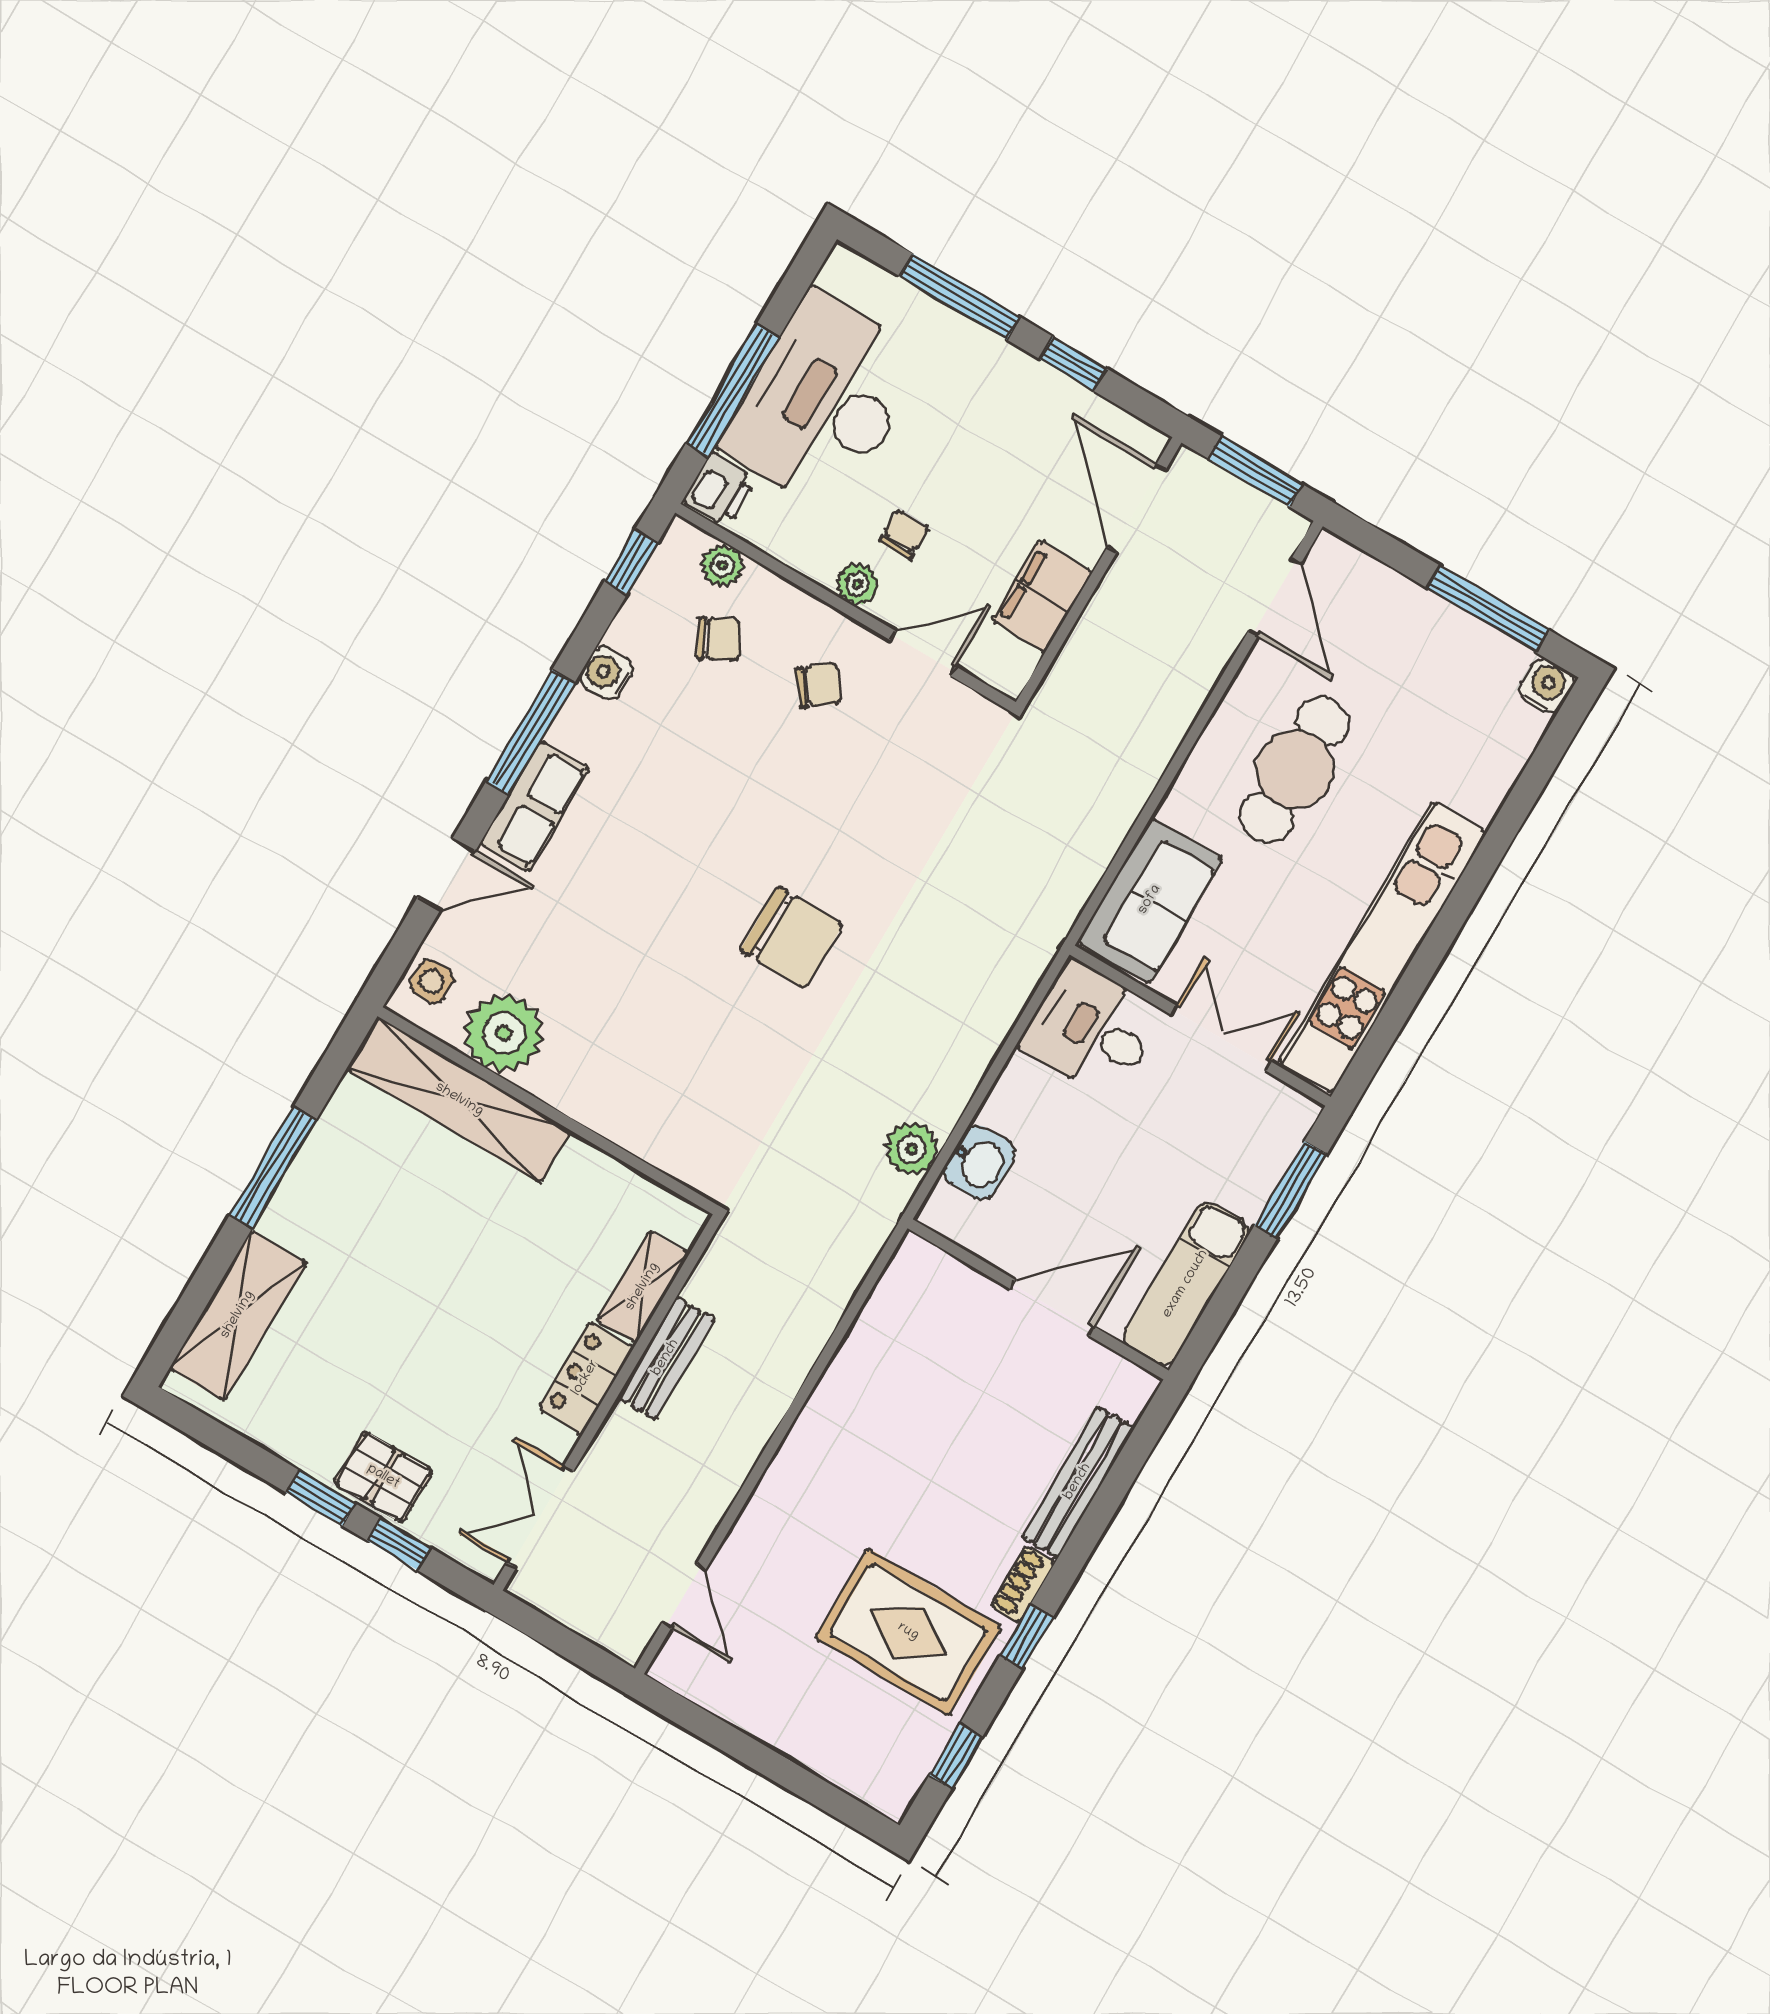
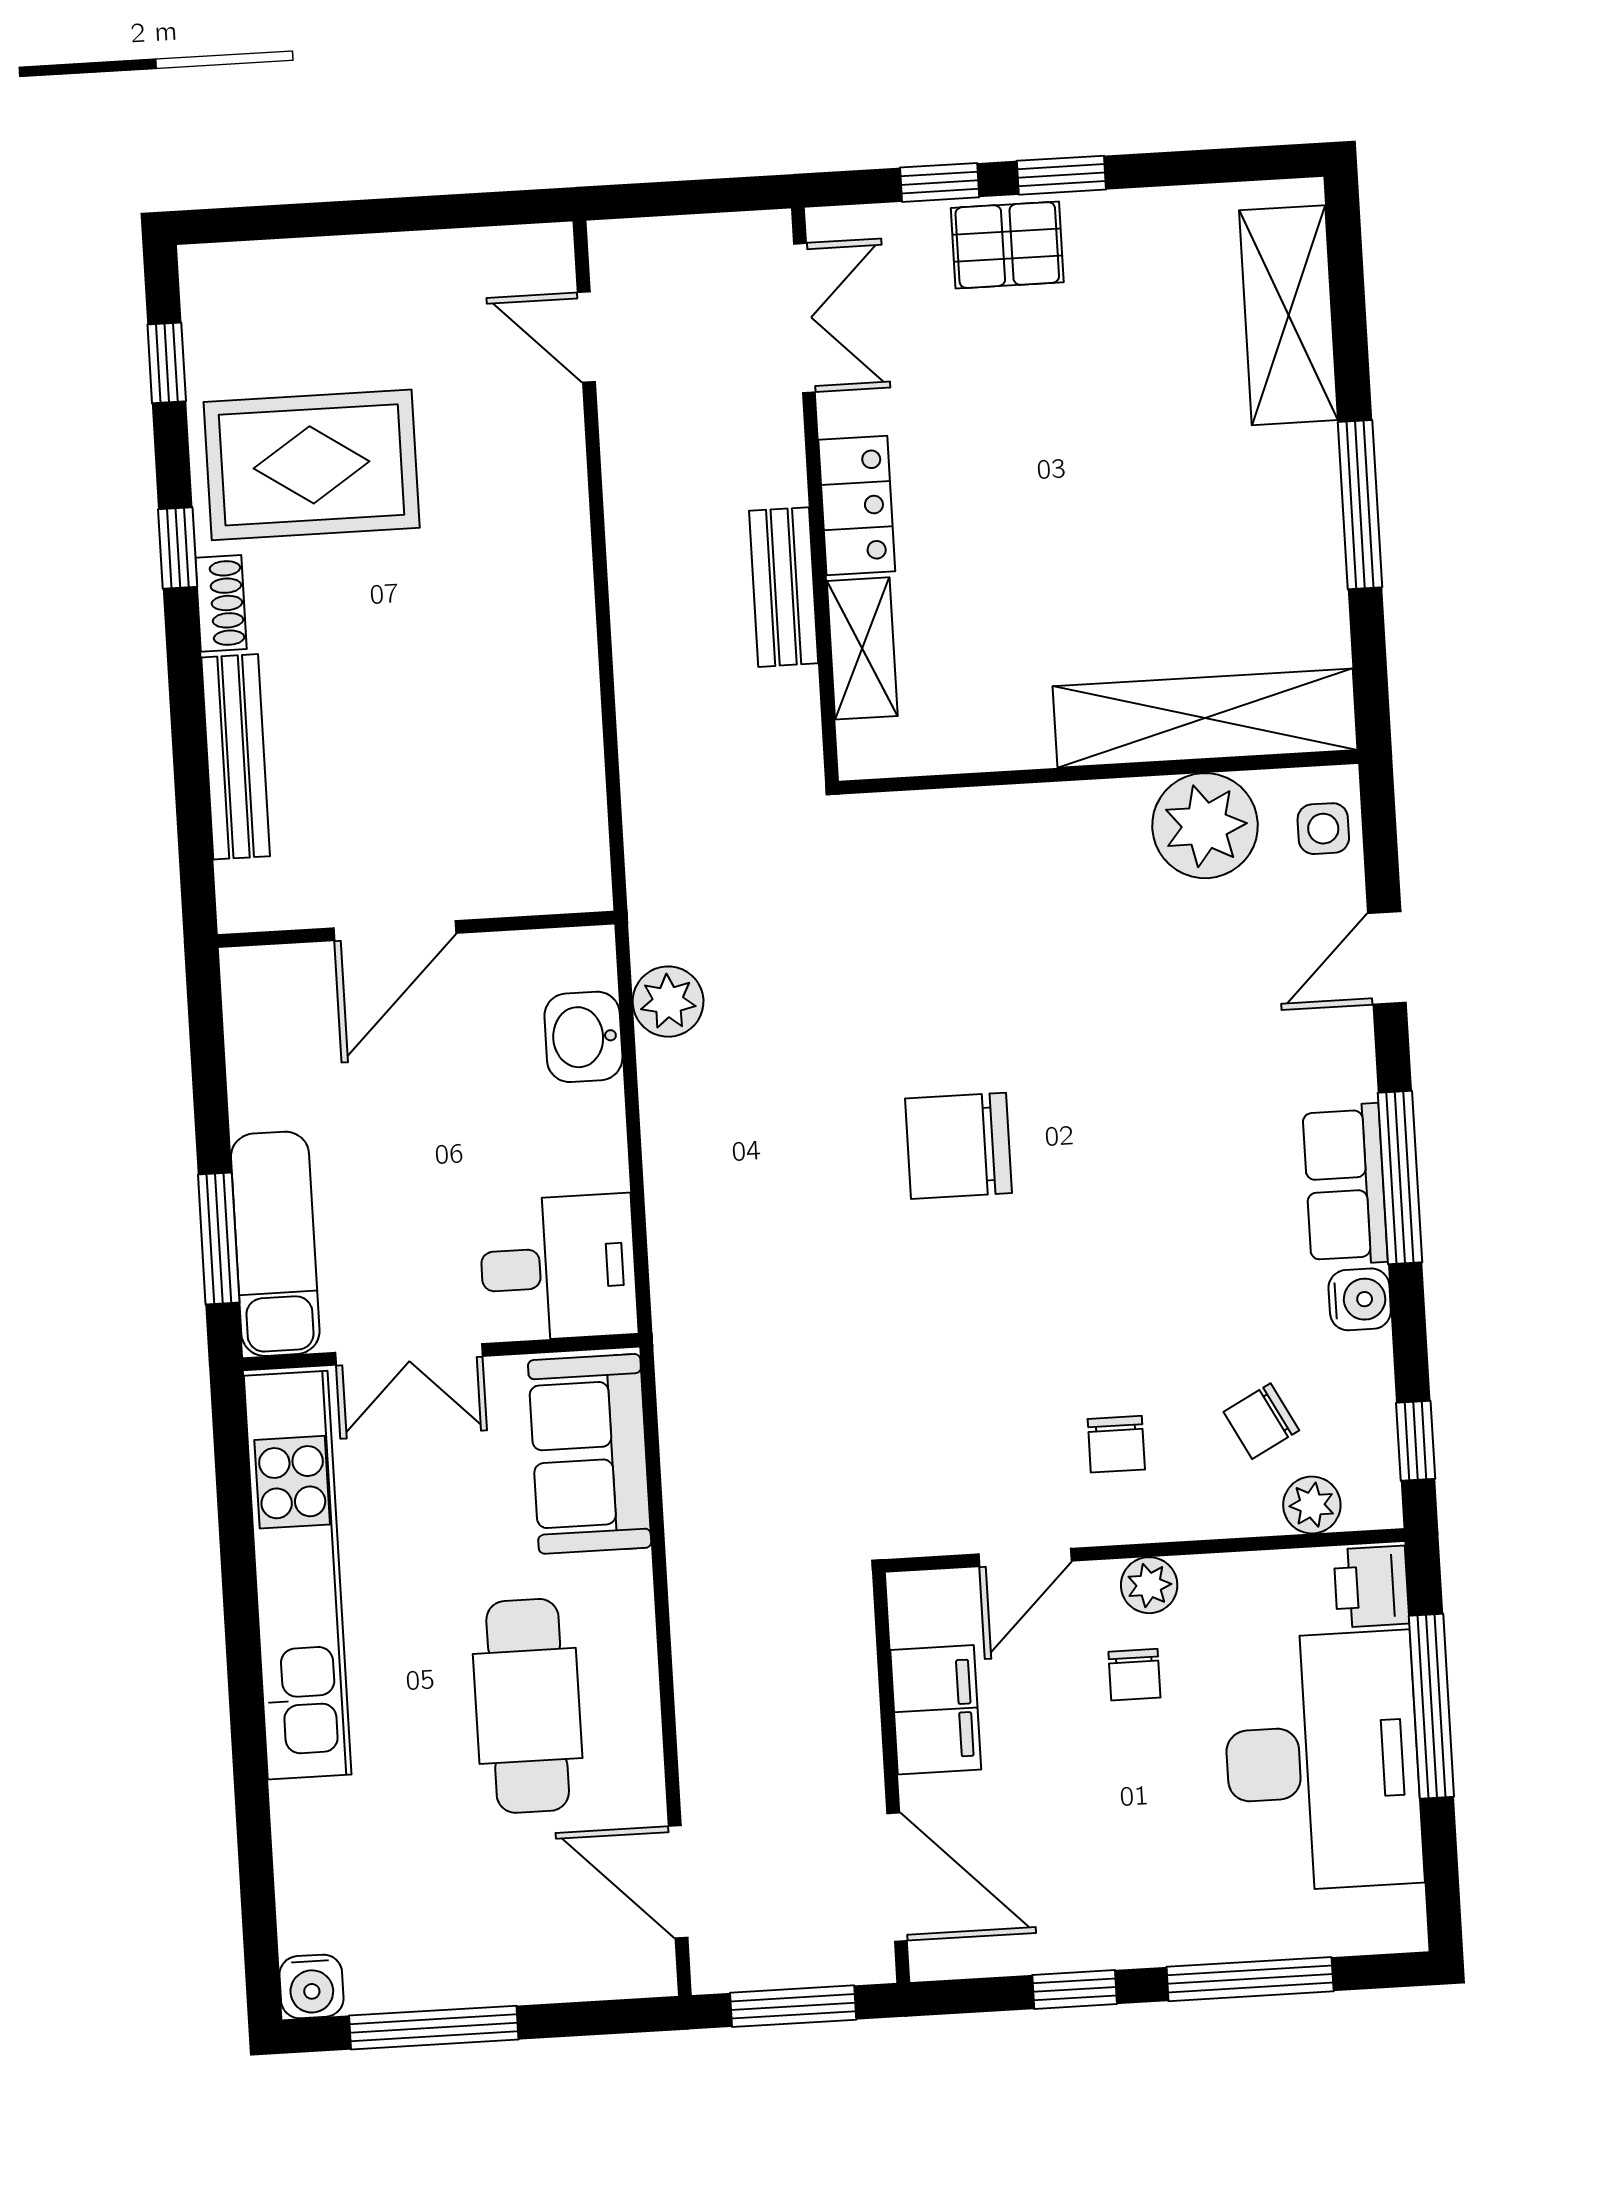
chair: (819, 685) -> (1116, 1444), turned -52
row of seats: (535, 806) -> (1345, 1184), moved
exam couch: (1186, 1284) -> (275, 1244), moved

